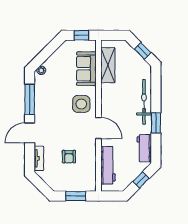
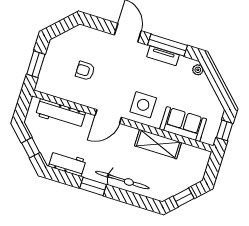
shelving: (108, 65) -> (158, 144), moved
tv unit: (39, 158) -> (163, 56), moved

